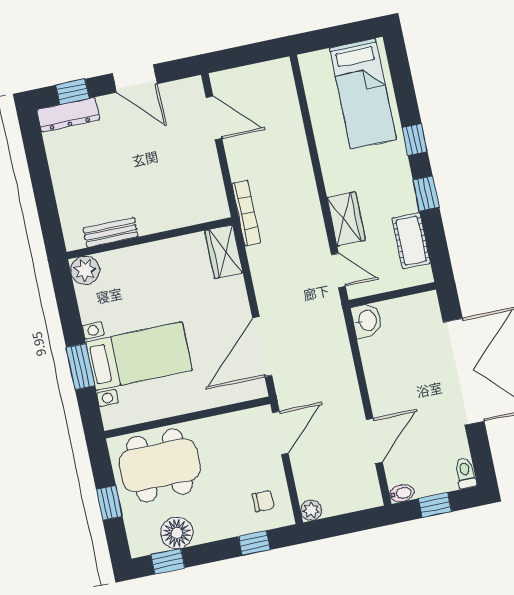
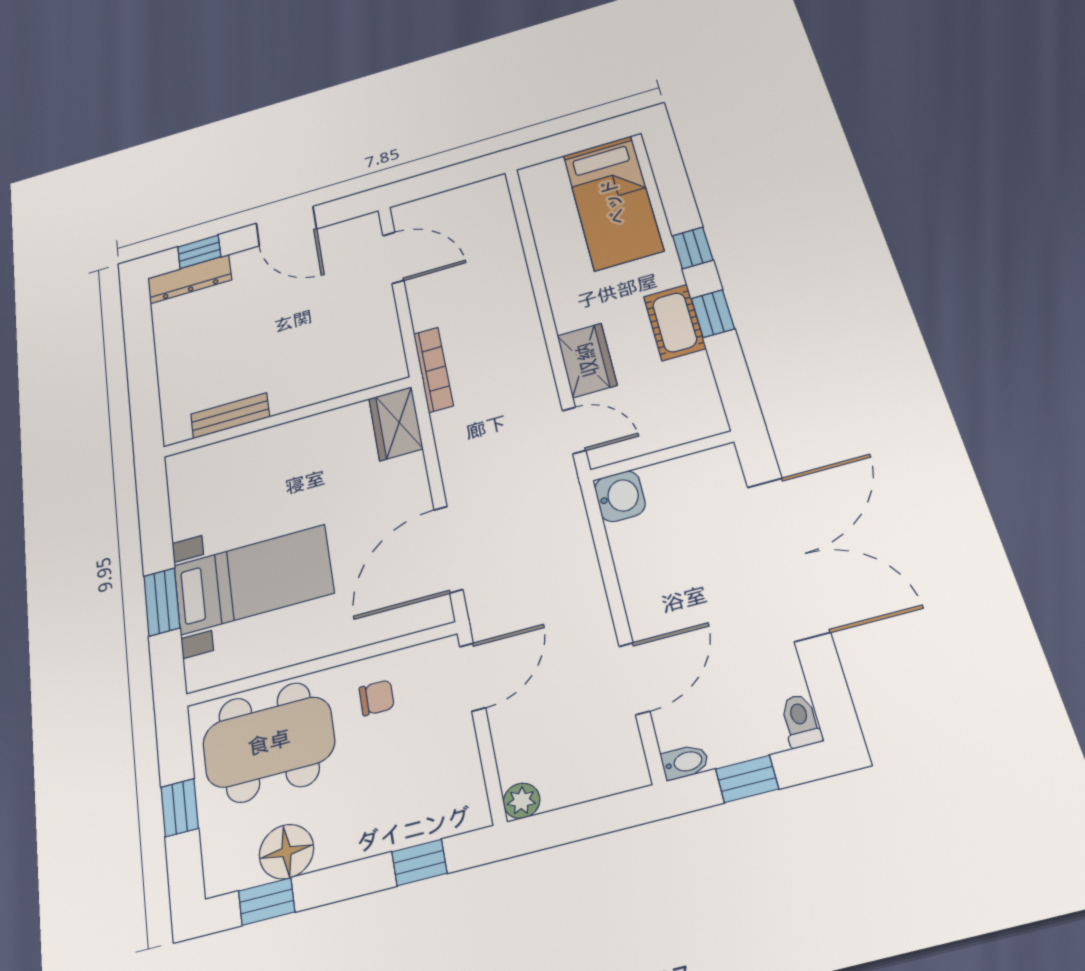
cot: (411, 241) -> (675, 322), moved
plant: (85, 270) -> (187, 469), removed
chair: (263, 501) -> (377, 698), moved

